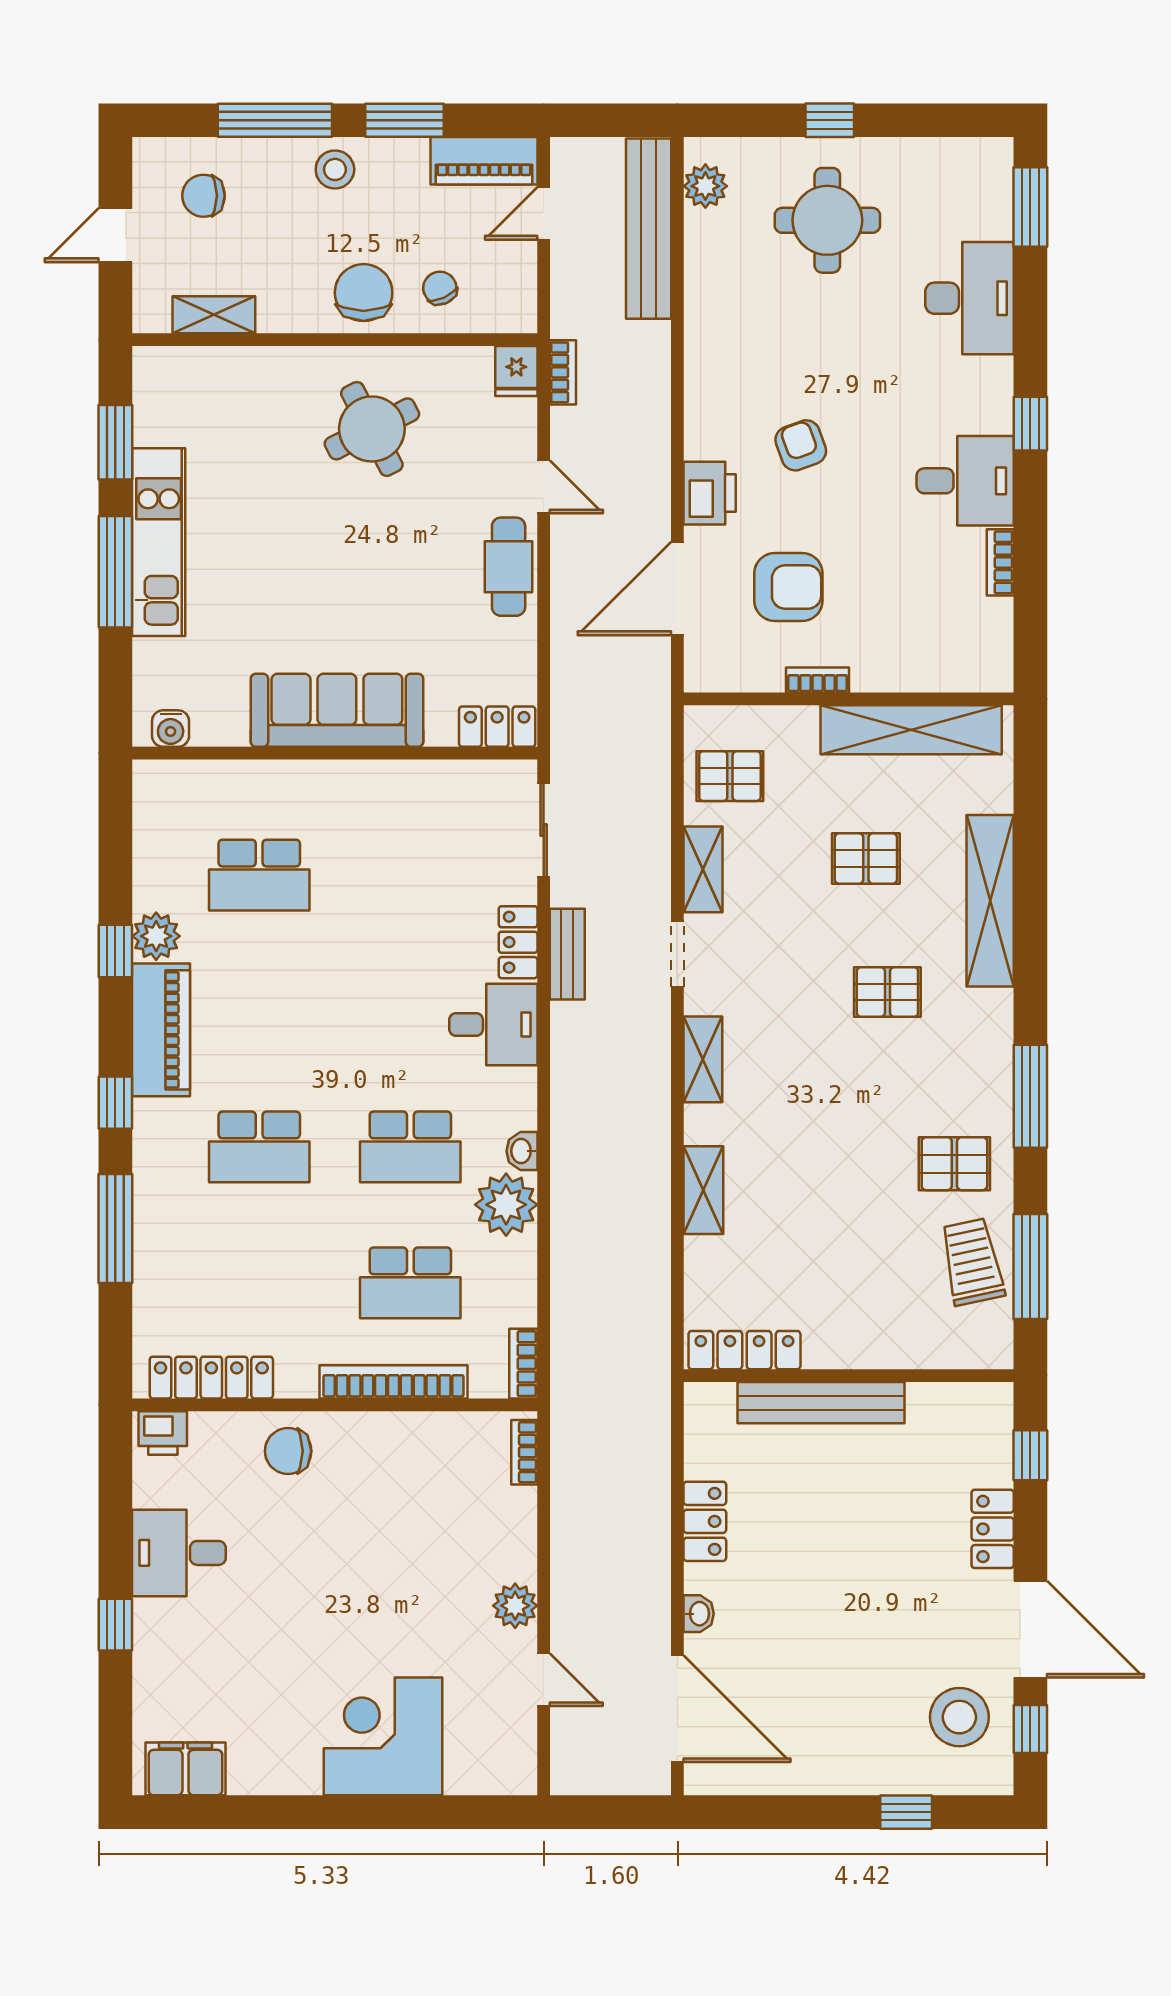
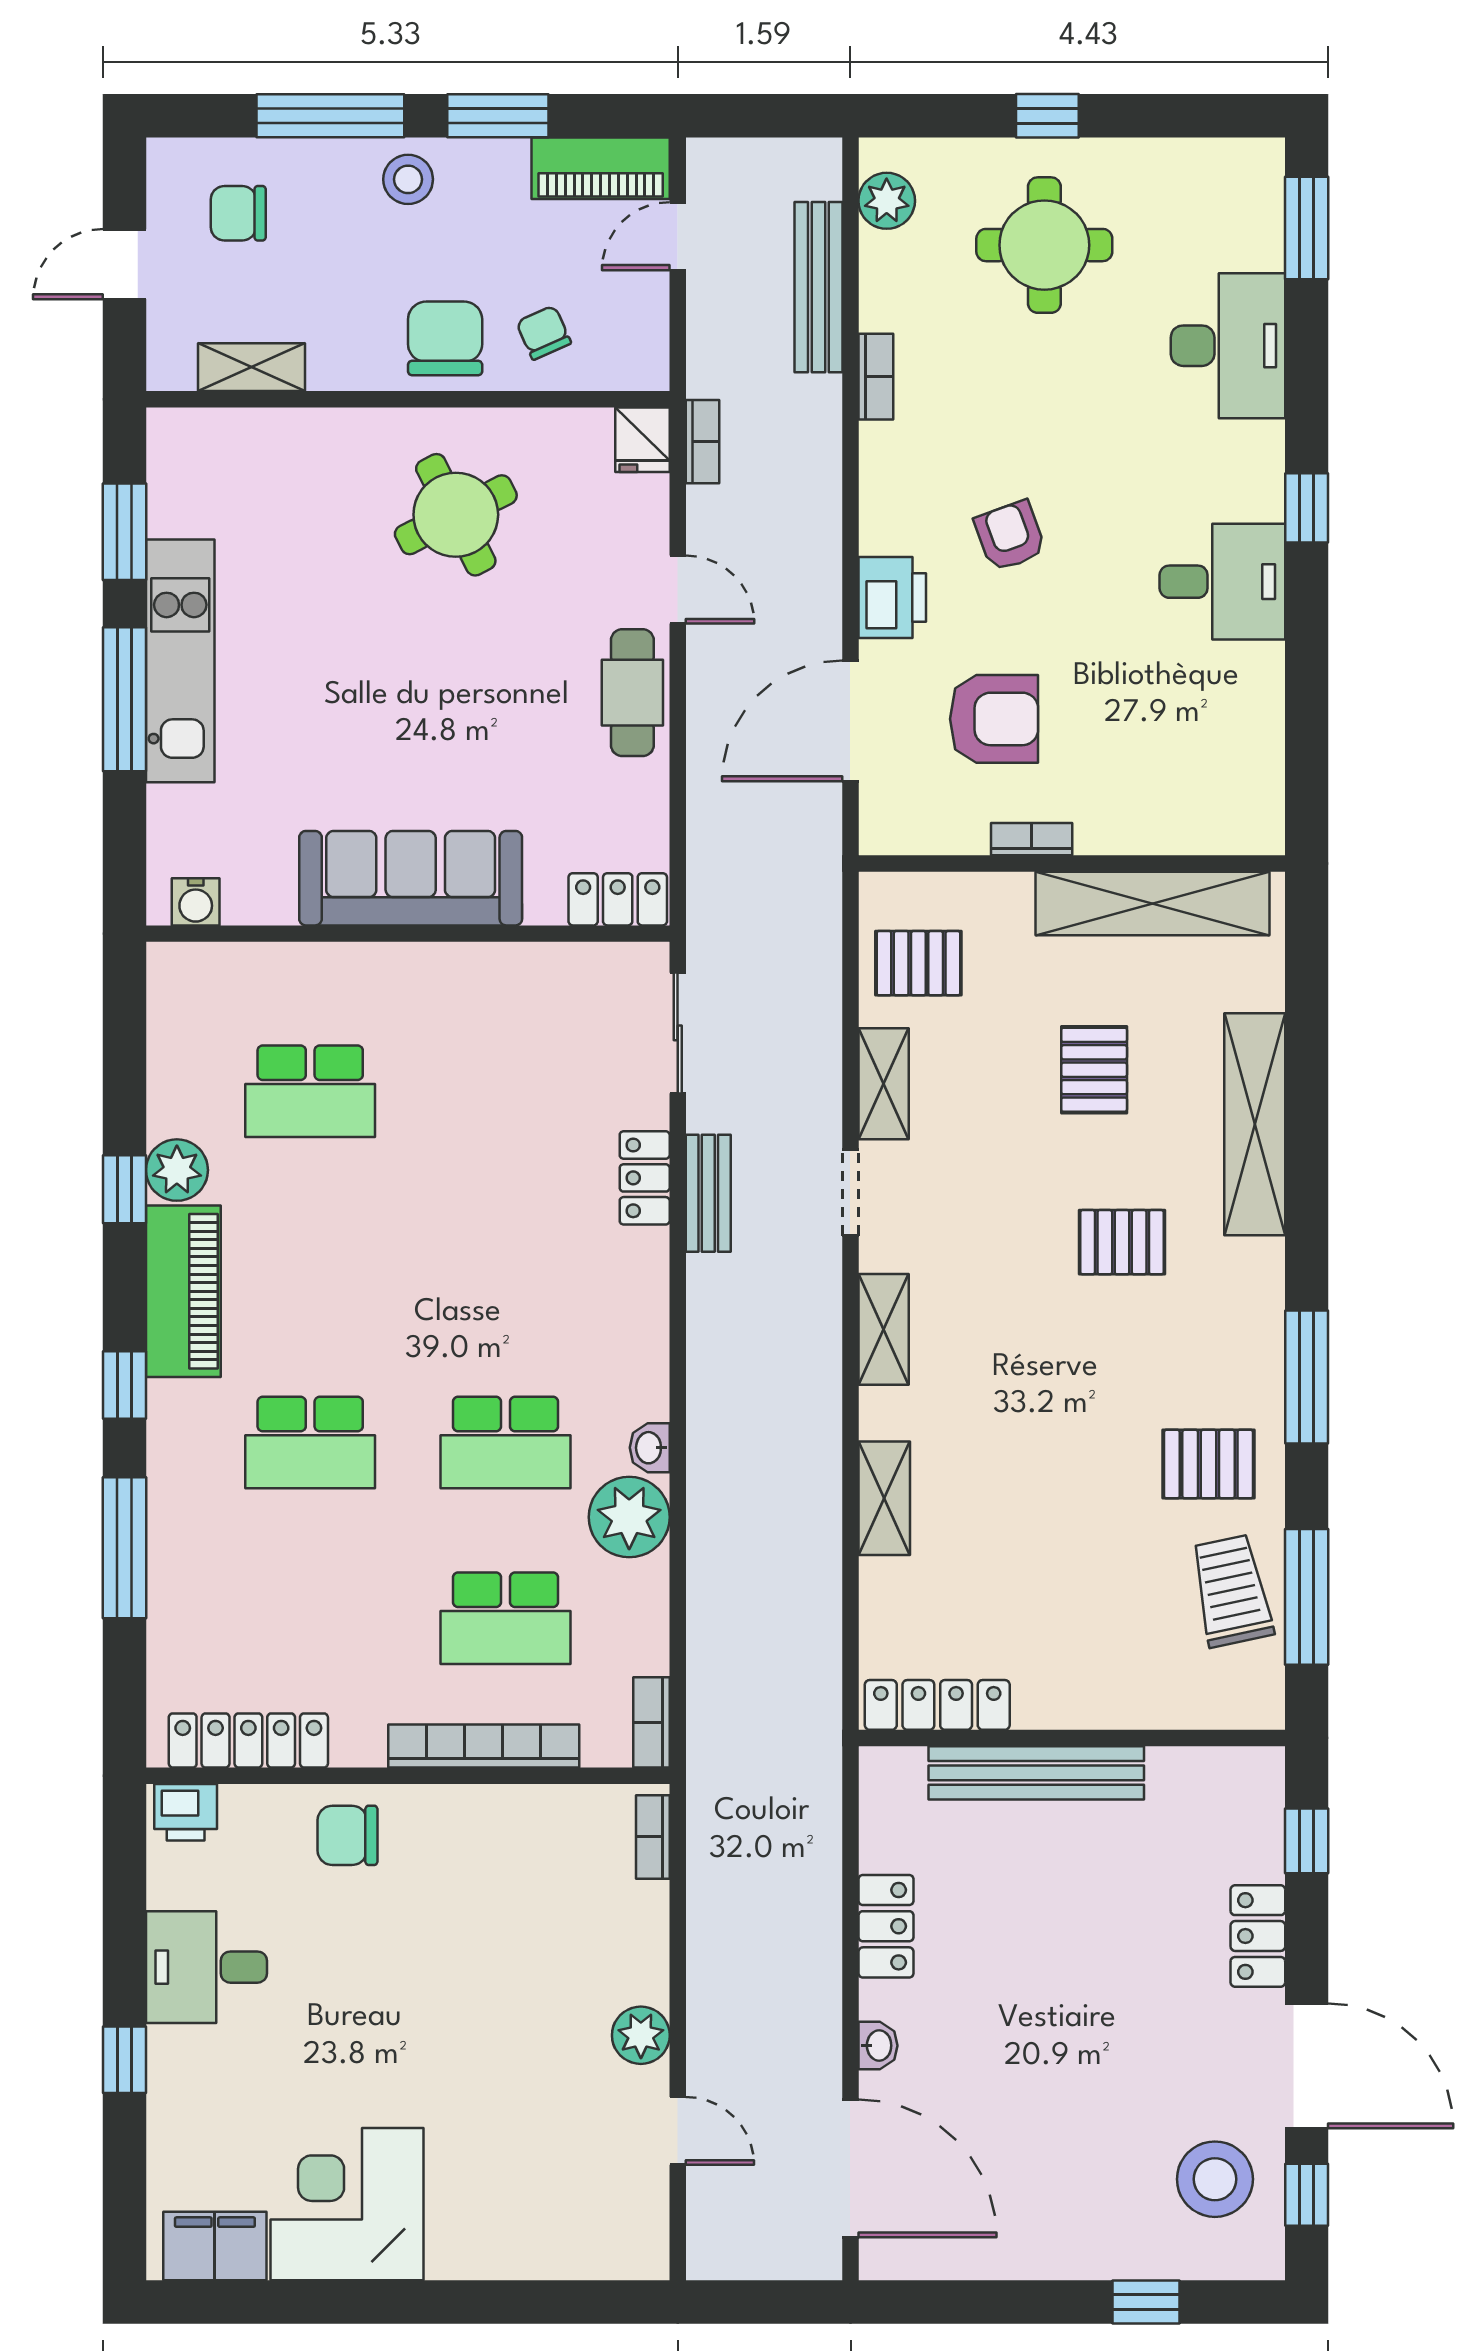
bench: (649, 229) -> (818, 287), width x0.73, depth x0.82
bookcase: (1000, 562) -> (876, 377), moved, turned 180
pallet: (866, 858) -> (1094, 1070), turned 90
desk: (493, 1025) -> (613, 1284), removed
corner desk: (383, 1736) -> (347, 2204), moved

